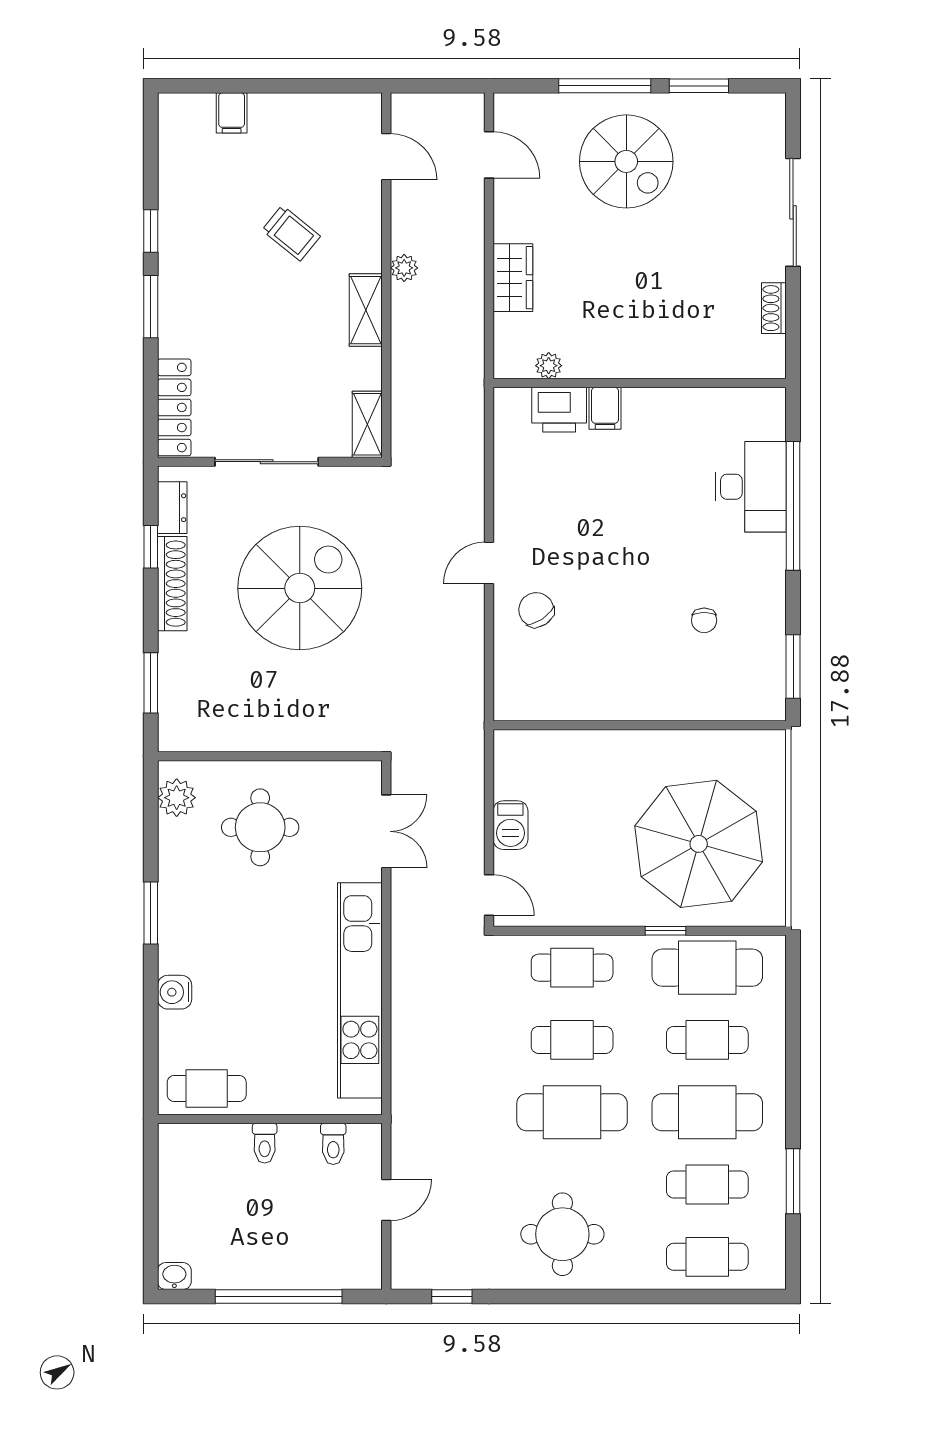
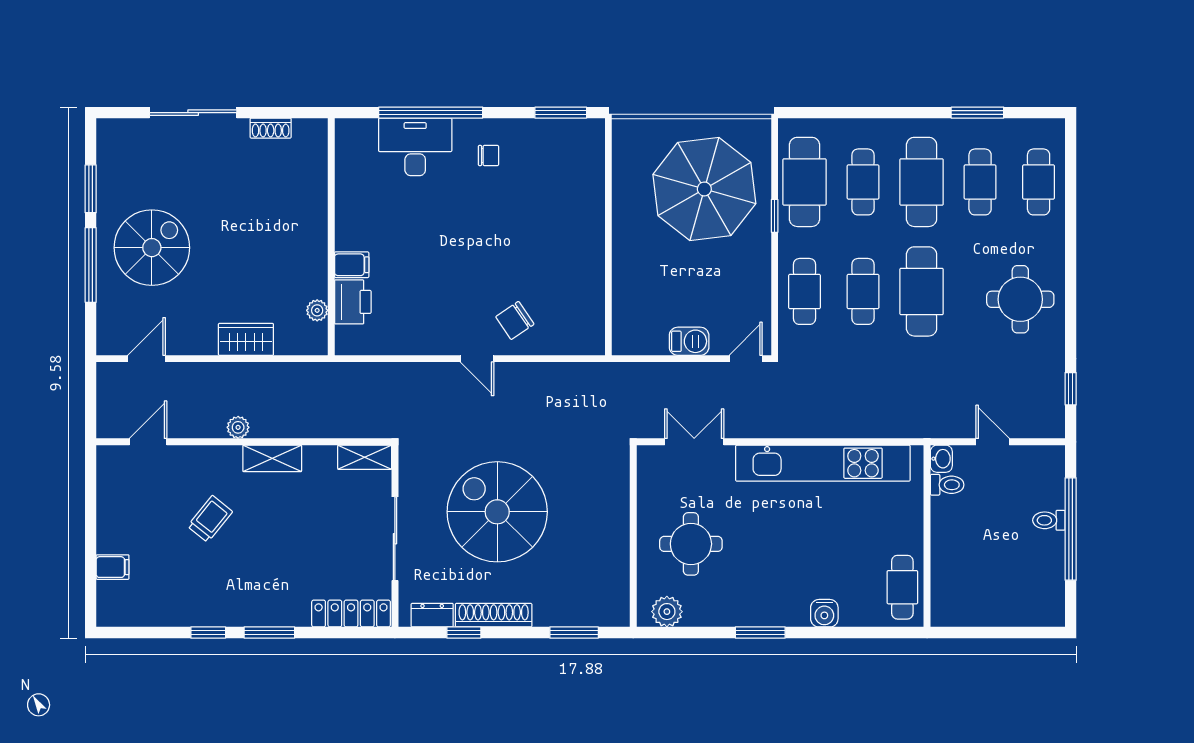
chair: (704, 620) -> (488, 156), moved
toilet: (265, 1143) -> (1049, 520), moved, turned 180
washbasin: (174, 1276) -> (941, 459), moved, turned 180

